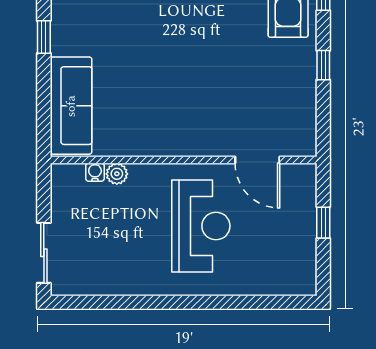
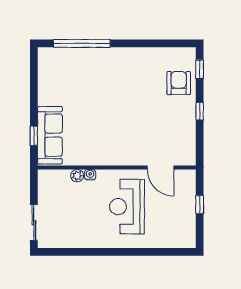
window: (44, 37) -> (34, 136), moved
water cooler: (95, 172) -> (90, 175), moved
reception desk: (201, 226) -> (127, 207), turned 180

